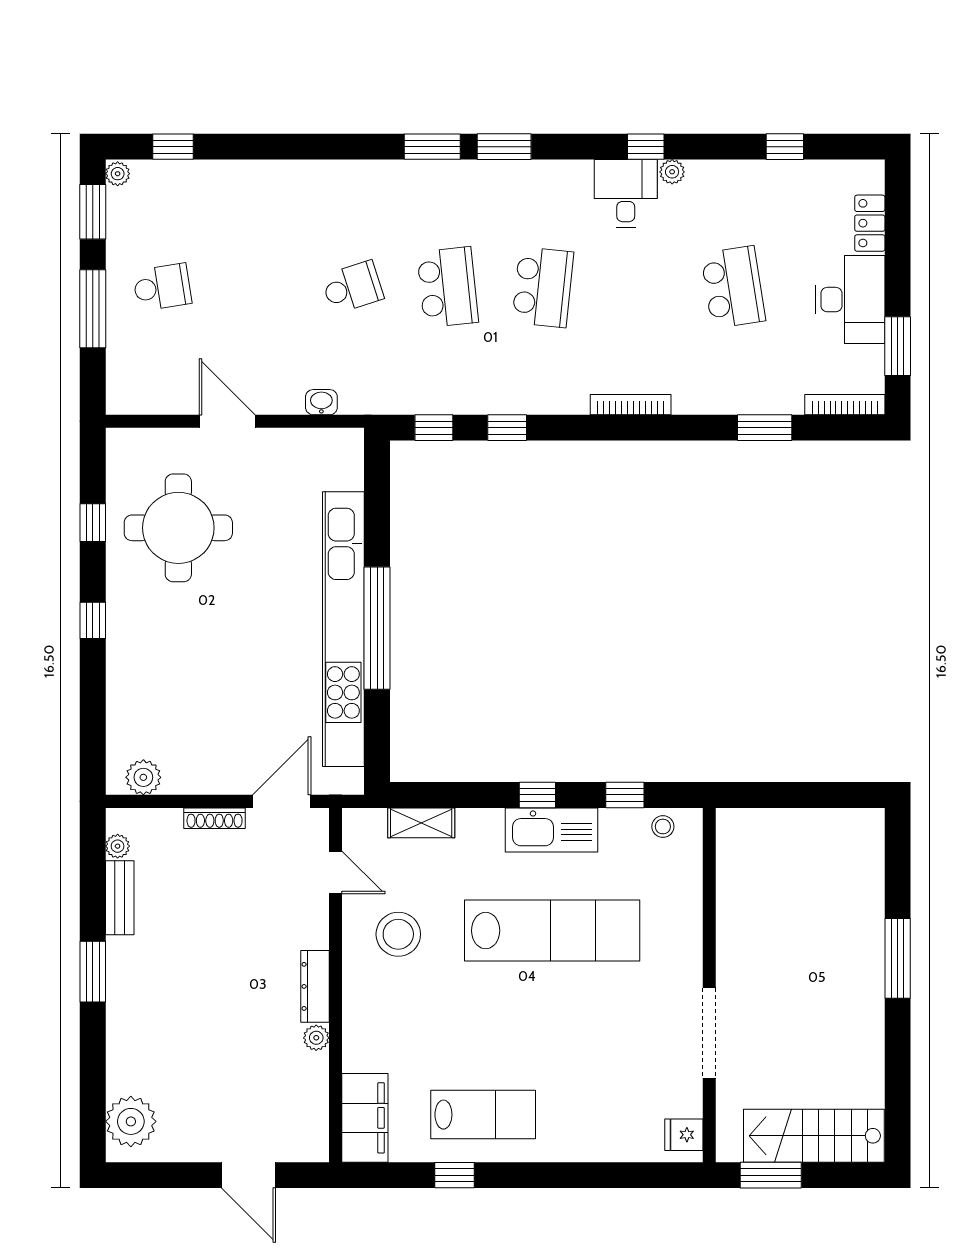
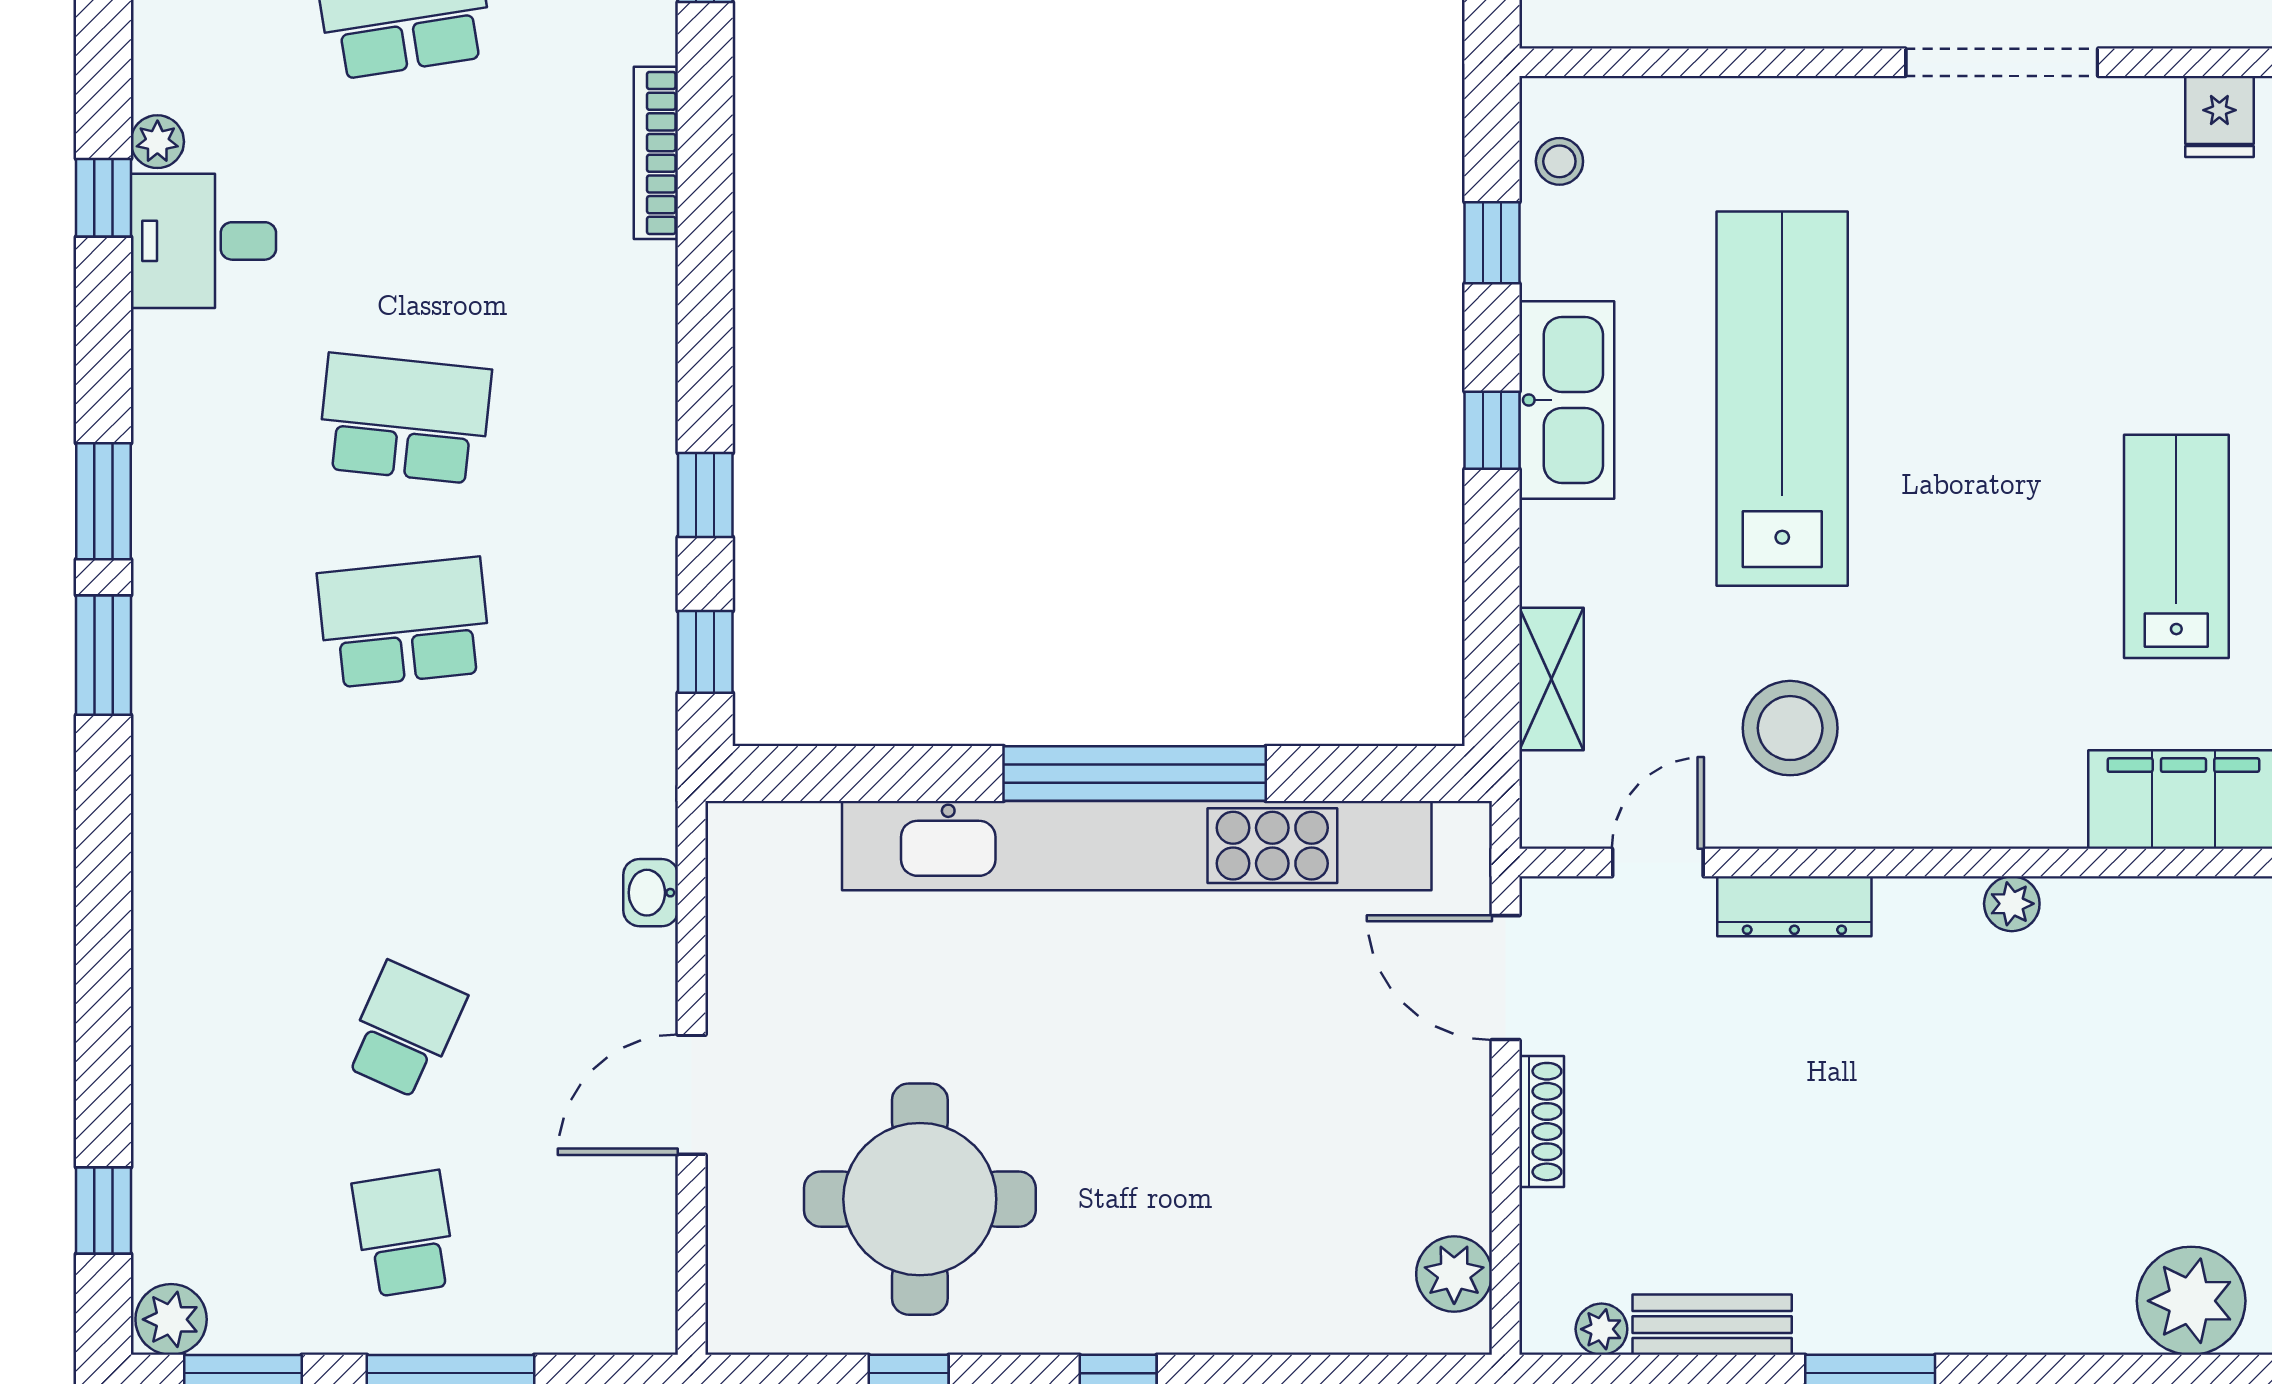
plant: (118, 174) -> (171, 1319), width x1.38, depth x1.38
school desk: (352, 287) -> (404, 1030), moved, turned 42
bookcase: (631, 405) -> (656, 153), moved
dresser: (315, 986) -> (1794, 906), moved

